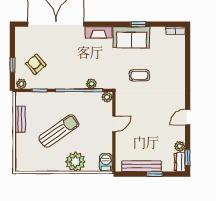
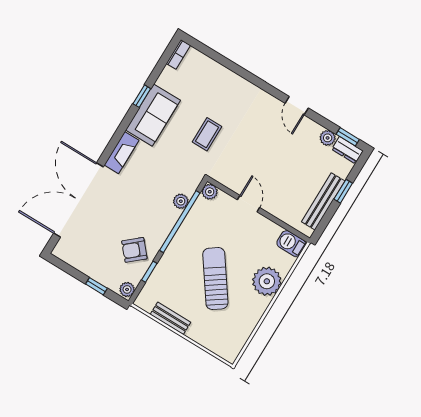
armchair: (36, 64) -> (134, 250), moved

